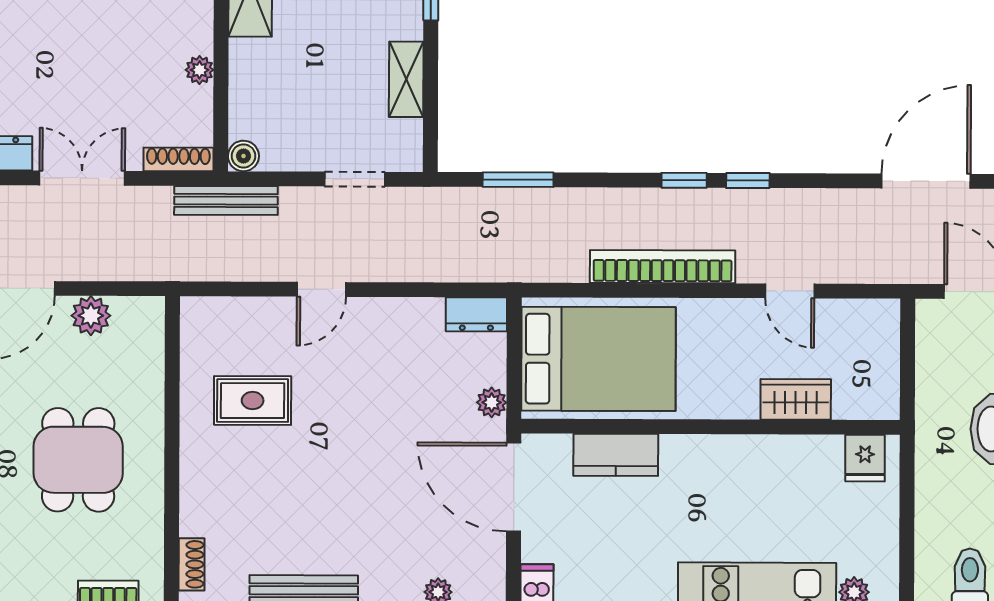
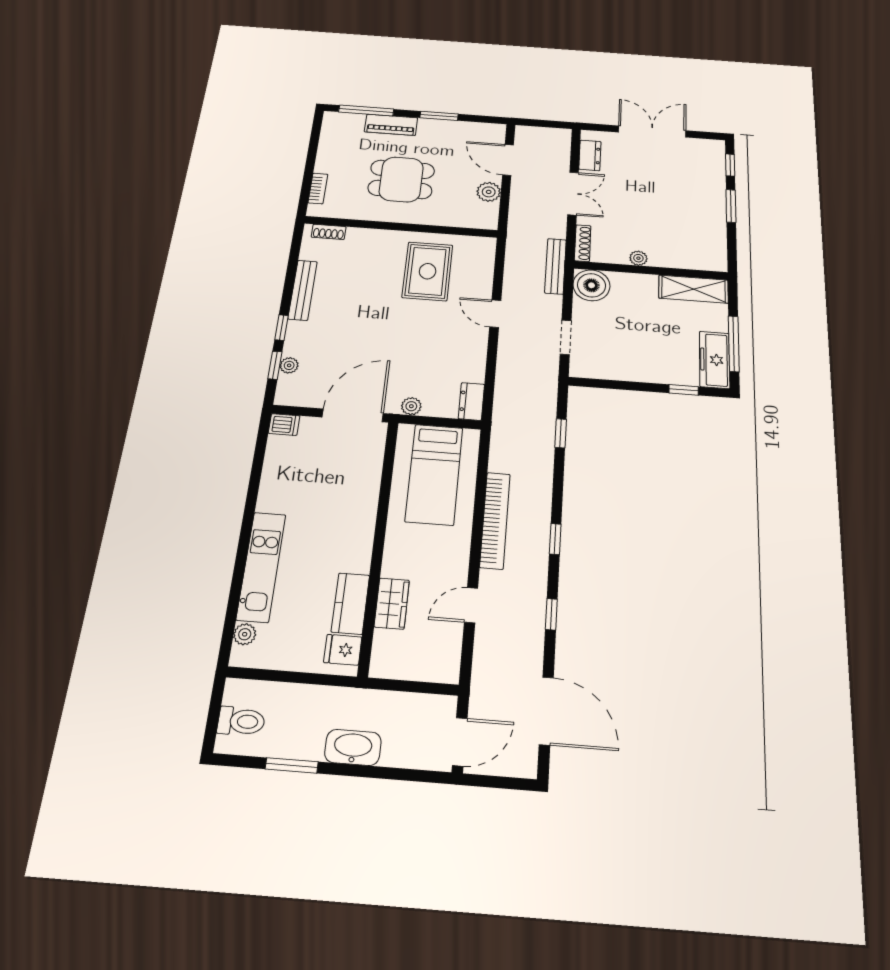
shelving: (406, 79) -> (630, 372), removed
boiler: (243, 156) -> (591, 285), width x1.86, depth x1.86
window: (518, 180) -> (561, 433), width x0.67
window: (748, 181) -> (551, 614), moved
bed: (599, 359) -> (434, 474), width x0.67
rug: (253, 401) -> (428, 271), width x1.36, depth x1.43
kitchen counter: (616, 455) -> (350, 604), moved

